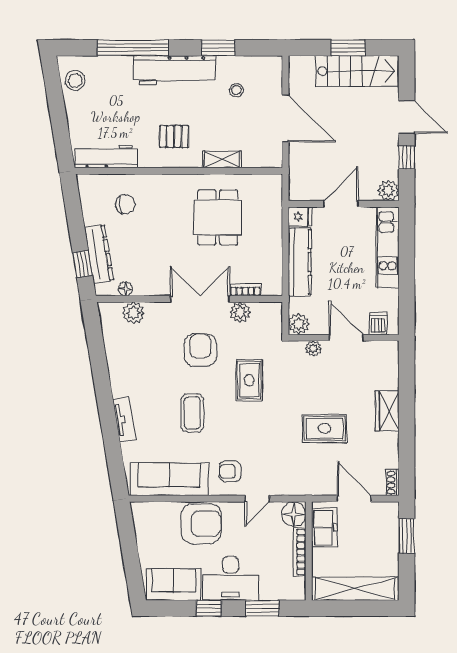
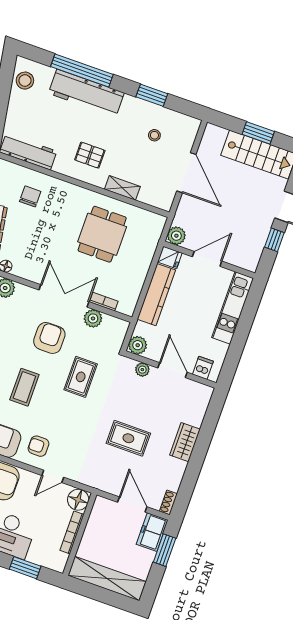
workbench: (174, 70) -> (86, 93), moved
plant: (388, 190) -> (176, 236), moved
chair: (125, 204) -> (30, 196), turned -84
freezer: (324, 528) -> (152, 532), moved, turned 180

